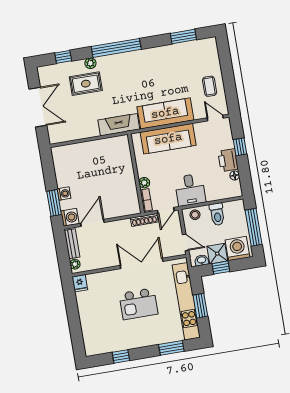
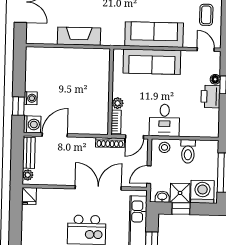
fireplace: (119, 125) -> (79, 36), moved
floor lamp: (235, 175) -> (215, 79), moved
window: (54, 203) -> (18, 106), width x0.67
door: (186, 242) -> (149, 175), swing flipped

